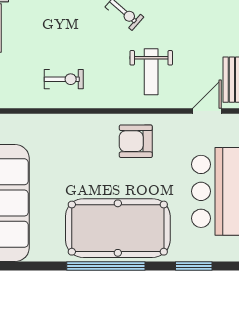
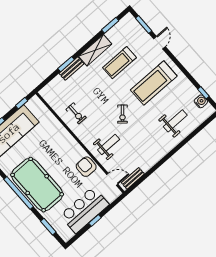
weight bench: (151, 72) -> (109, 145), turned 180
armchair: (136, 141) -> (86, 167), moved

